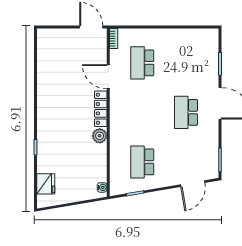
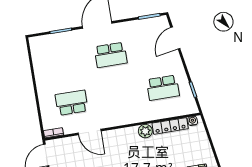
school desk: (142, 63) -> (72, 103), turned 180
door: (108, 77) -> (90, 132), hinge flipped
locker: (101, 109) -> (170, 126), moved
door: (193, 184) -> (175, 38), swing flipped

